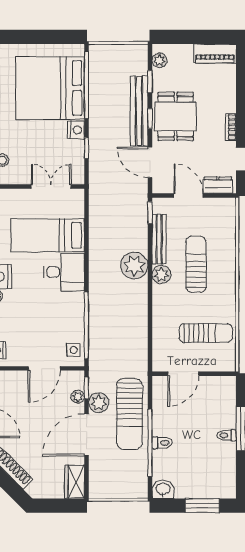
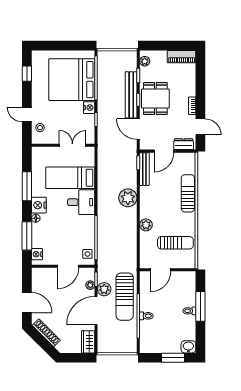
door: (188, 195) -> (164, 151), swing flipped
bench: (159, 239) -> (144, 169), moved
sun lounger: (196, 264) -> (188, 193), moved
plant: (161, 275) -> (146, 225), moved
washbasin: (163, 489) -> (188, 347), moved

